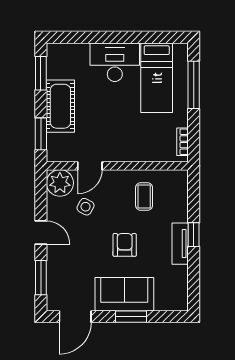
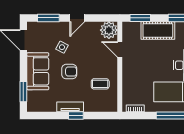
side table: (86, 207) -> (62, 47), moved
window: (131, 317) -> (23, 92), moved

